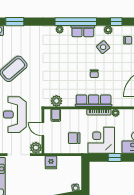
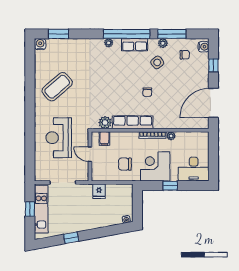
window: (116, 22) -> (172, 34), width x2.17
row of seats: (94, 101) -> (133, 122), moved
plant: (36, 148) -> (82, 175), removed

